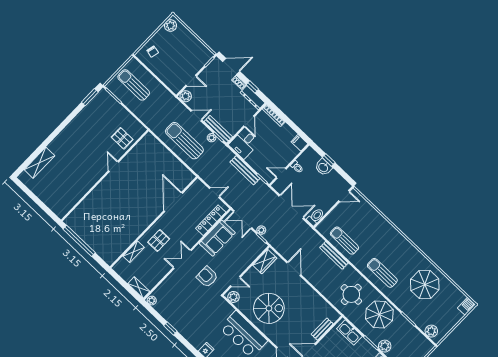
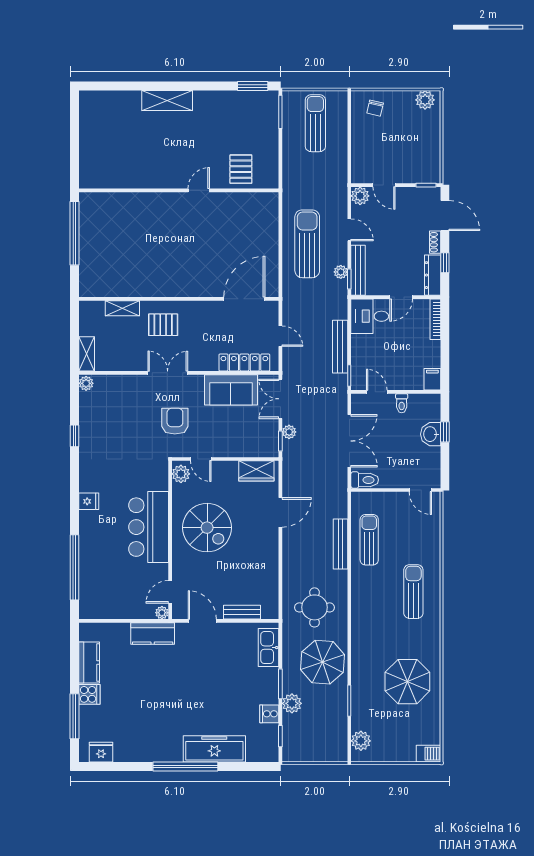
shelving: (39, 163) -> (167, 100), moved
door: (173, 202) -> (244, 299), moved
sun lounger: (382, 273) -> (413, 592), moved

